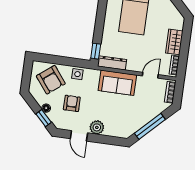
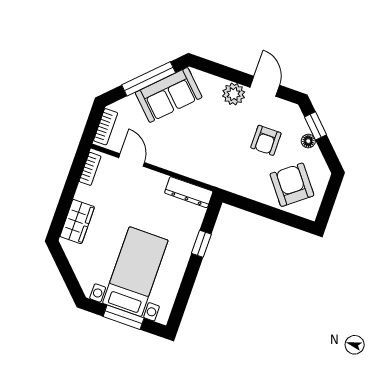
wardrobe: (174, 42) -> (77, 222), moved
window: (96, 51) -> (201, 244), moved
side table: (77, 74) -> (248, 185), removed
door: (150, 75) -> (132, 160), swing flipped
sofa: (117, 83) -> (169, 95), moved, turned 135

